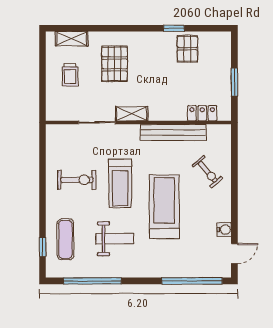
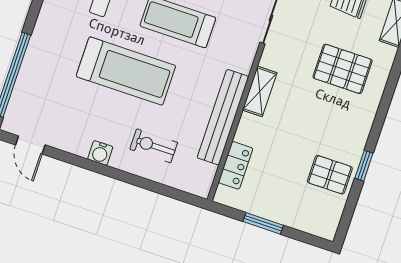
shelving: (132, 114) -> (260, 91), moved
exercise bike: (208, 172) -> (154, 146), turned 41
water cooler: (224, 230) -> (100, 153), moved

